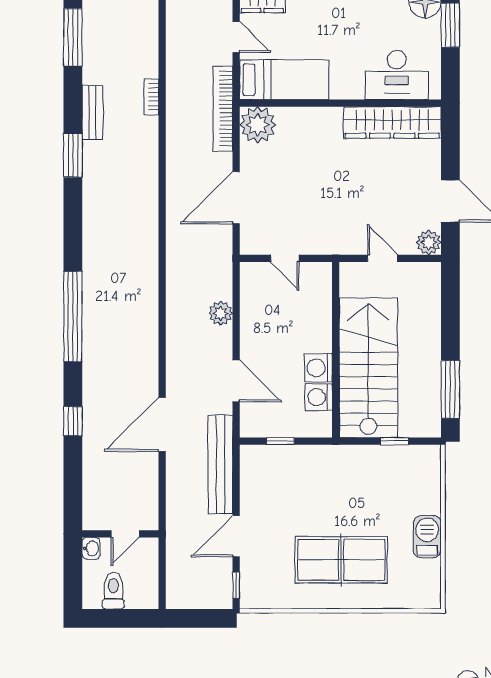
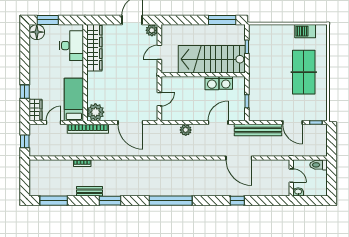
window: (73, 317) -> (171, 201), moved
barbecue: (427, 537) -> (305, 31), moved
toilet: (113, 591) -> (319, 165), moved

